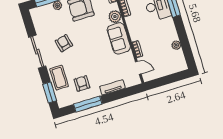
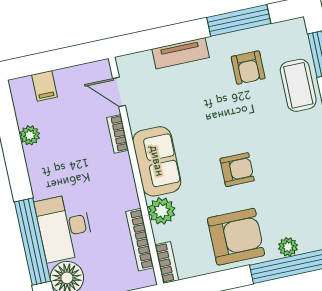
armchair: (64, 43) -> (237, 170), moved, turned -76
filing cabinet: (172, 68) -> (44, 86), added

